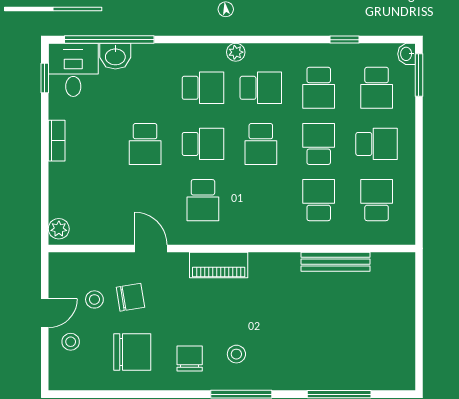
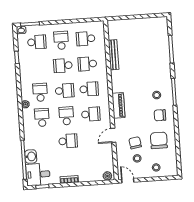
school desk: (319, 88) -> (89, 89), moved
door: (45, 313) -> (128, 181), moved

